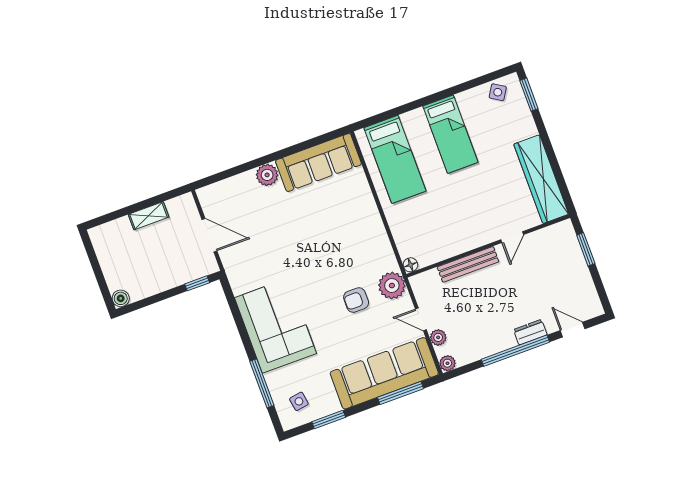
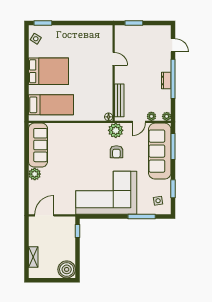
bed: (450, 134) -> (48, 71), width x1.50
wardrobe: (541, 179) -> (89, 33), removed
shelving: (149, 216) -> (33, 257), moved
door: (209, 235) -> (44, 215), moved
bench: (468, 264) -> (119, 100), moved
boiler: (121, 298) -> (67, 269), width x1.86, depth x1.86
corner sofa: (275, 326) -> (106, 193), width x1.36, depth x1.36
door: (573, 330) -> (173, 45), swing flipped
dresser: (530, 332) -> (166, 80), moved

